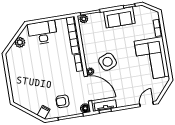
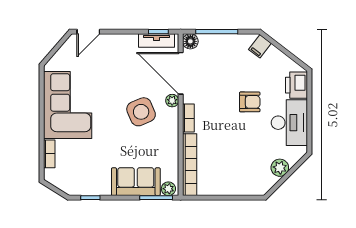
sofa: (119, 17) -> (136, 182), moved
desk: (43, 33) -> (289, 123), moved, turned -90
printer: (18, 93) -> (296, 85), added
armchair: (63, 101) -> (250, 102), moved

